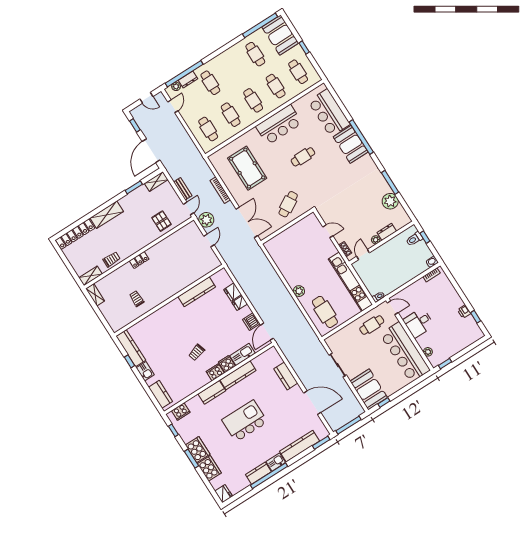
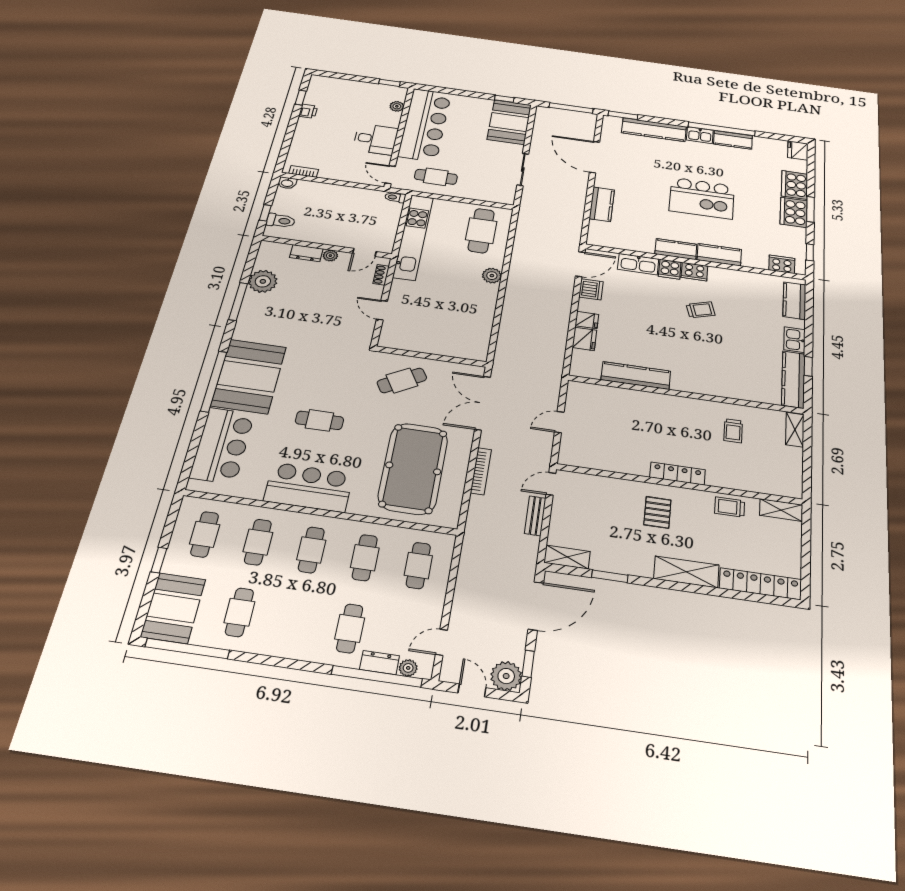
booth: (351, 144) -> (249, 376), width x1.36, depth x1.42
pool table: (247, 168) -> (413, 468), width x1.36, depth x1.32
plant: (206, 220) -> (506, 676), moved
pallet: (161, 221) -> (657, 512), moved
locker: (139, 260) -> (677, 474), width x1.53
shelving: (95, 295) -> (795, 430), moved
kitchen counter: (238, 375) -> (676, 249), width x0.67

